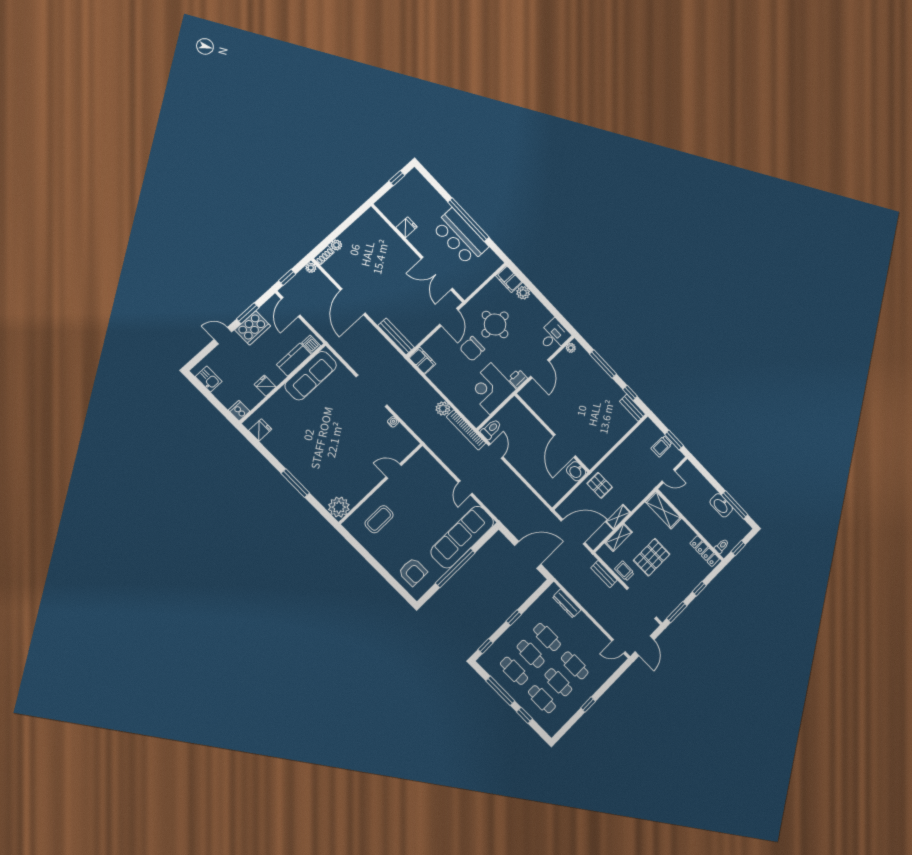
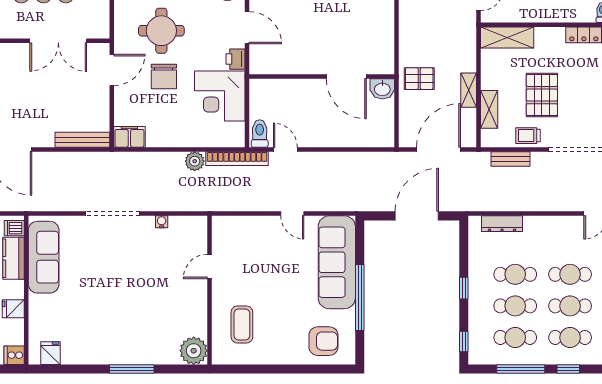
door: (449, 317) -> (112, 70), hinge flipped

